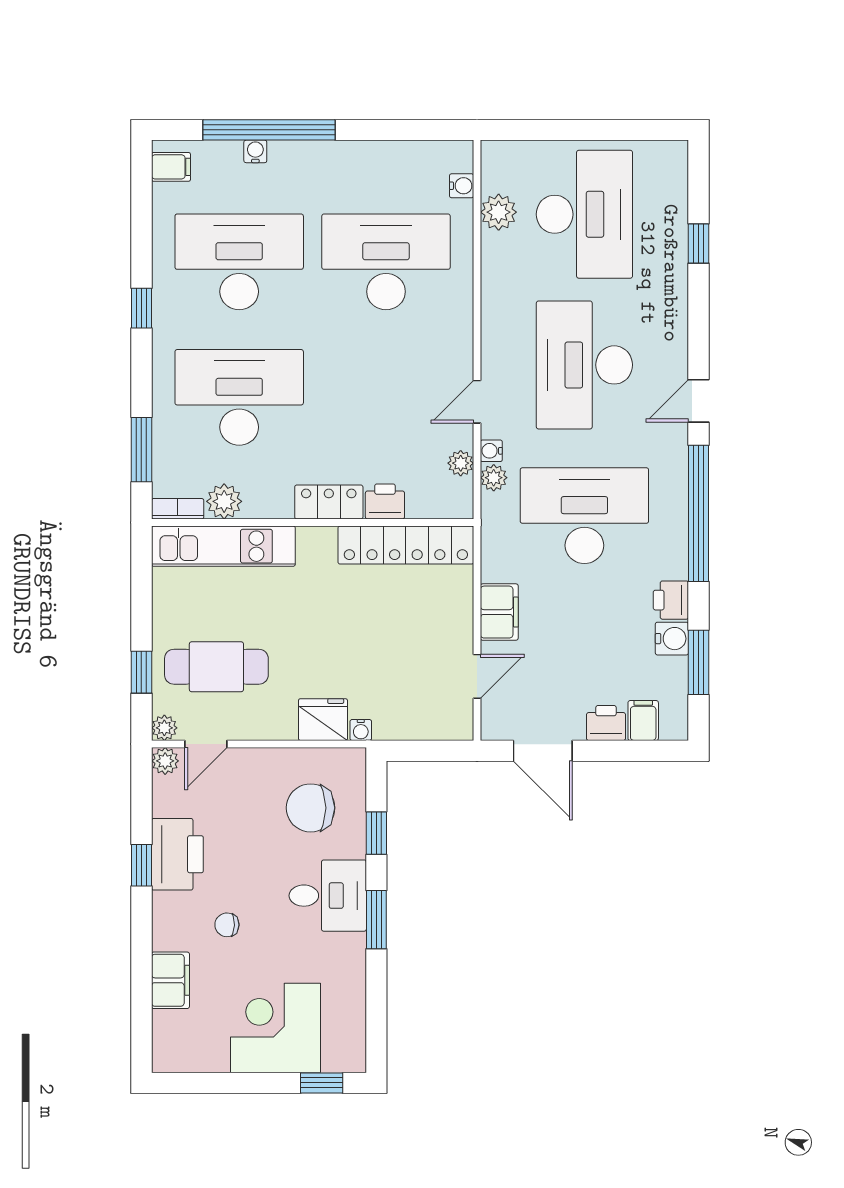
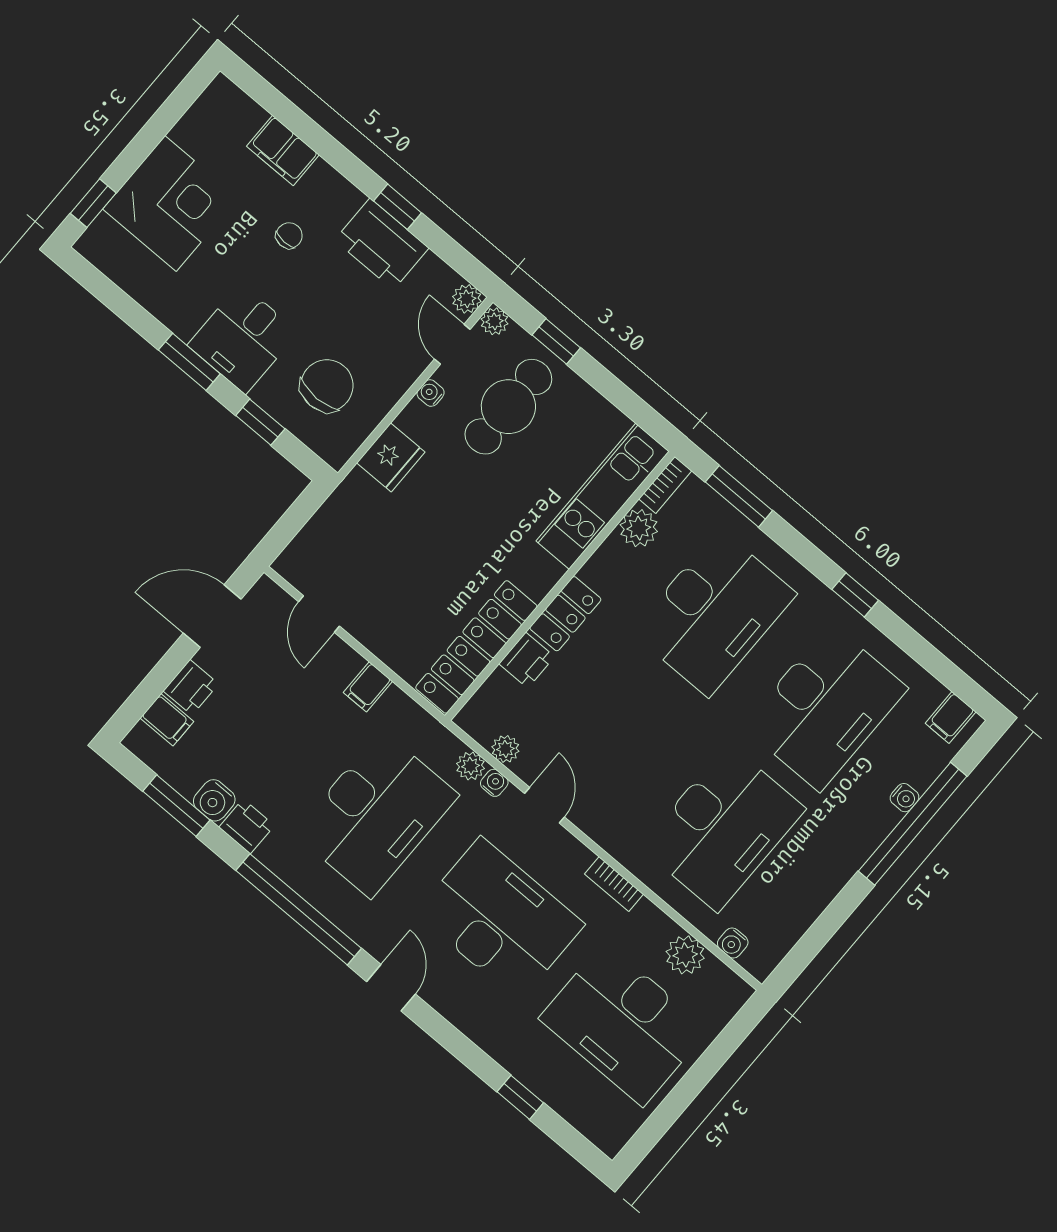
bookcase: (491, 305) -> (614, 884), added
filing cabinet: (499, 612) -> (368, 687), width x0.50
water cooler: (361, 730) -> (431, 393), moved

